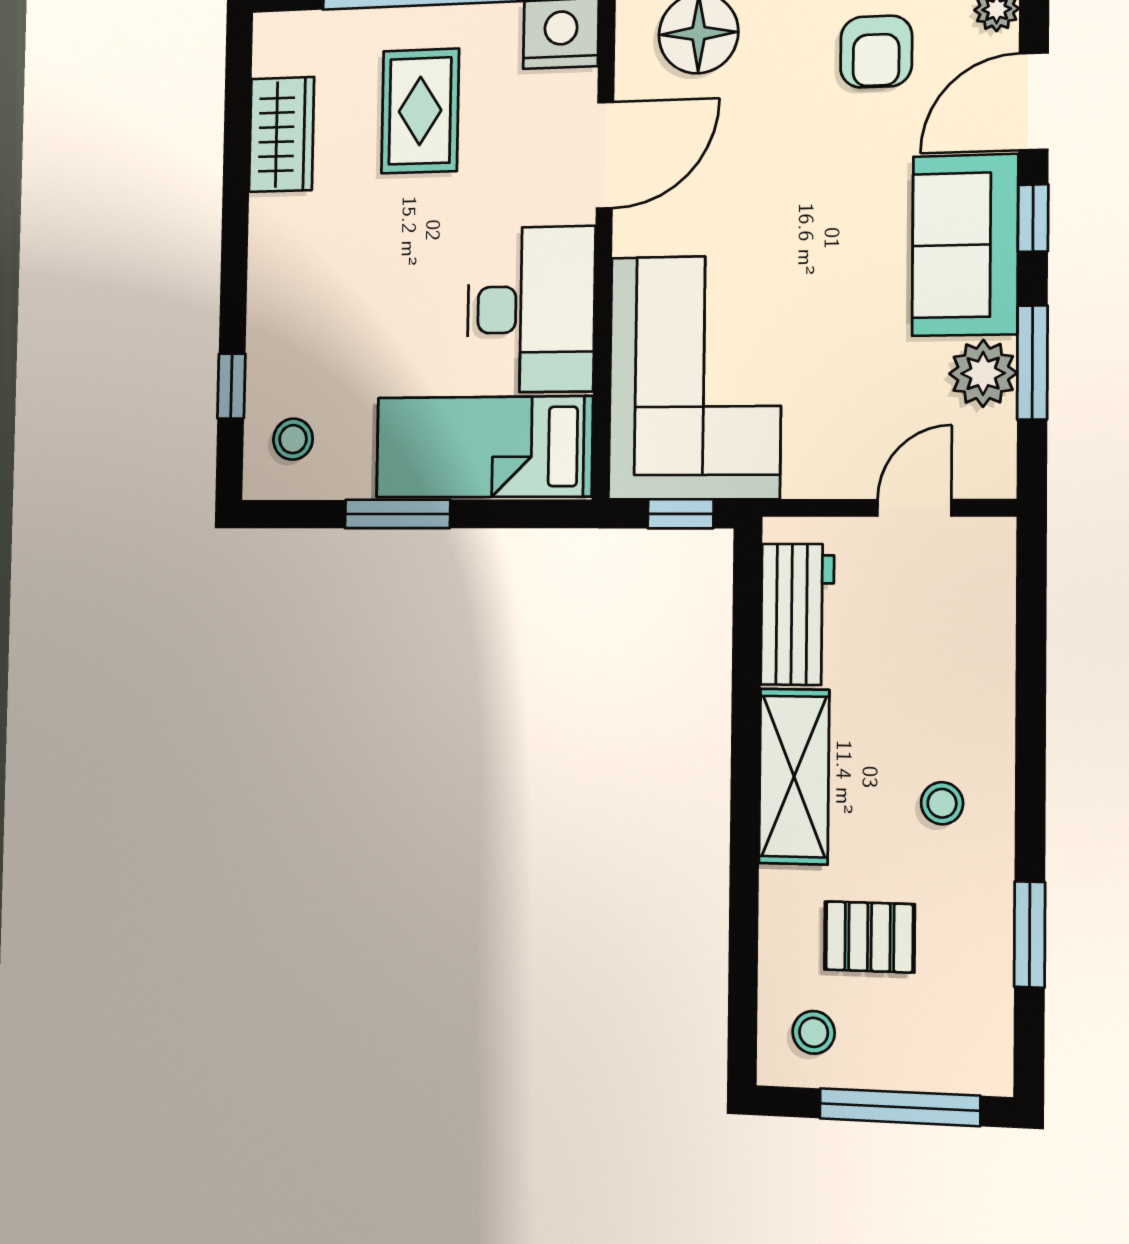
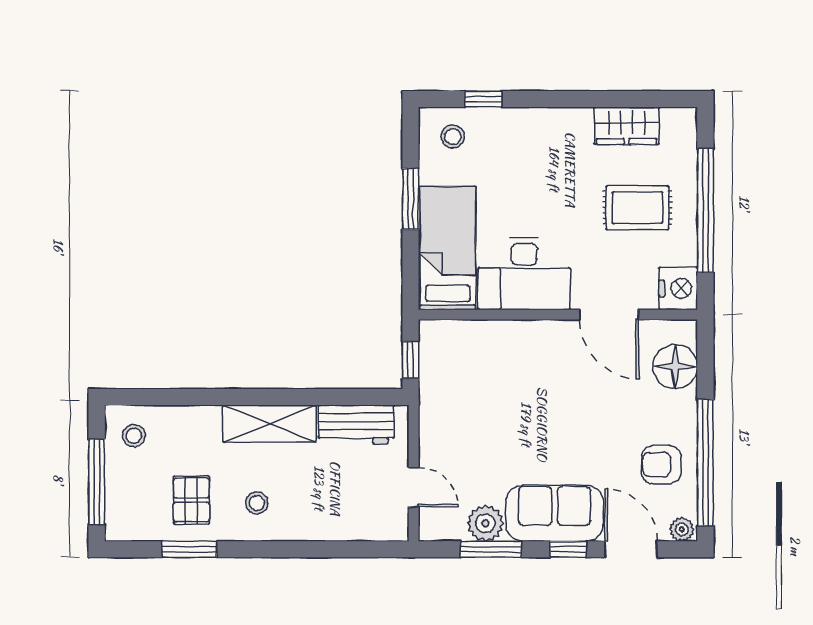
corner sofa: (695, 378) -> (485, 367), removed
pallet: (869, 937) -> (191, 500), moved

